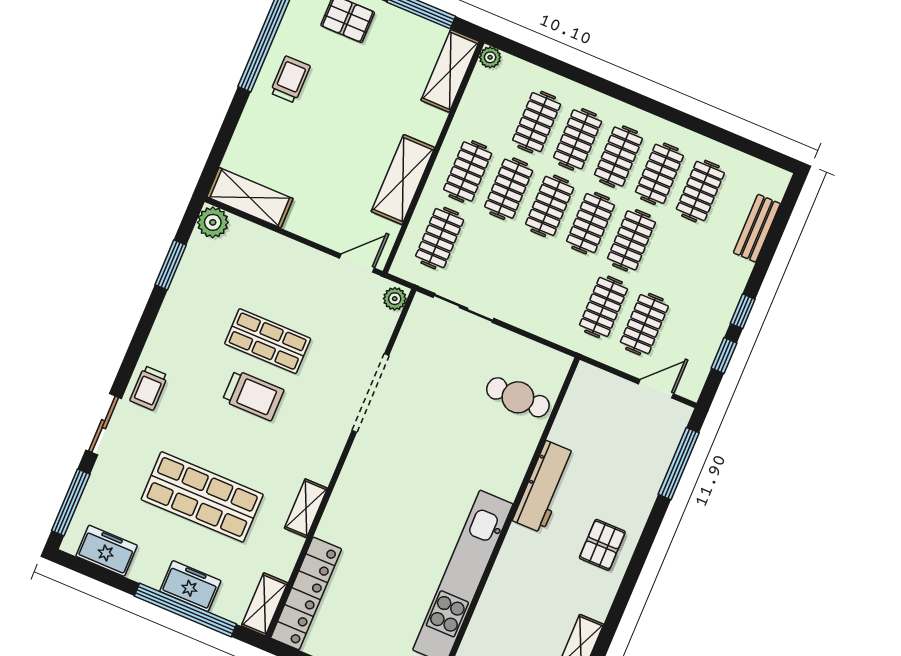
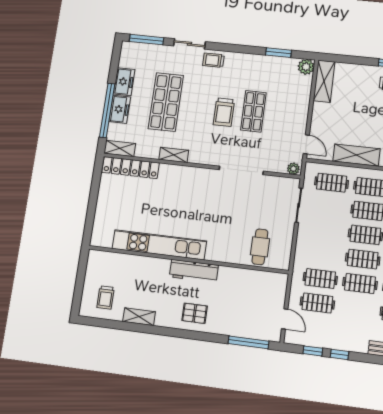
workbench: (544, 487) -> (194, 271), moved
freezer: (107, 551) -> (124, 82), moved

